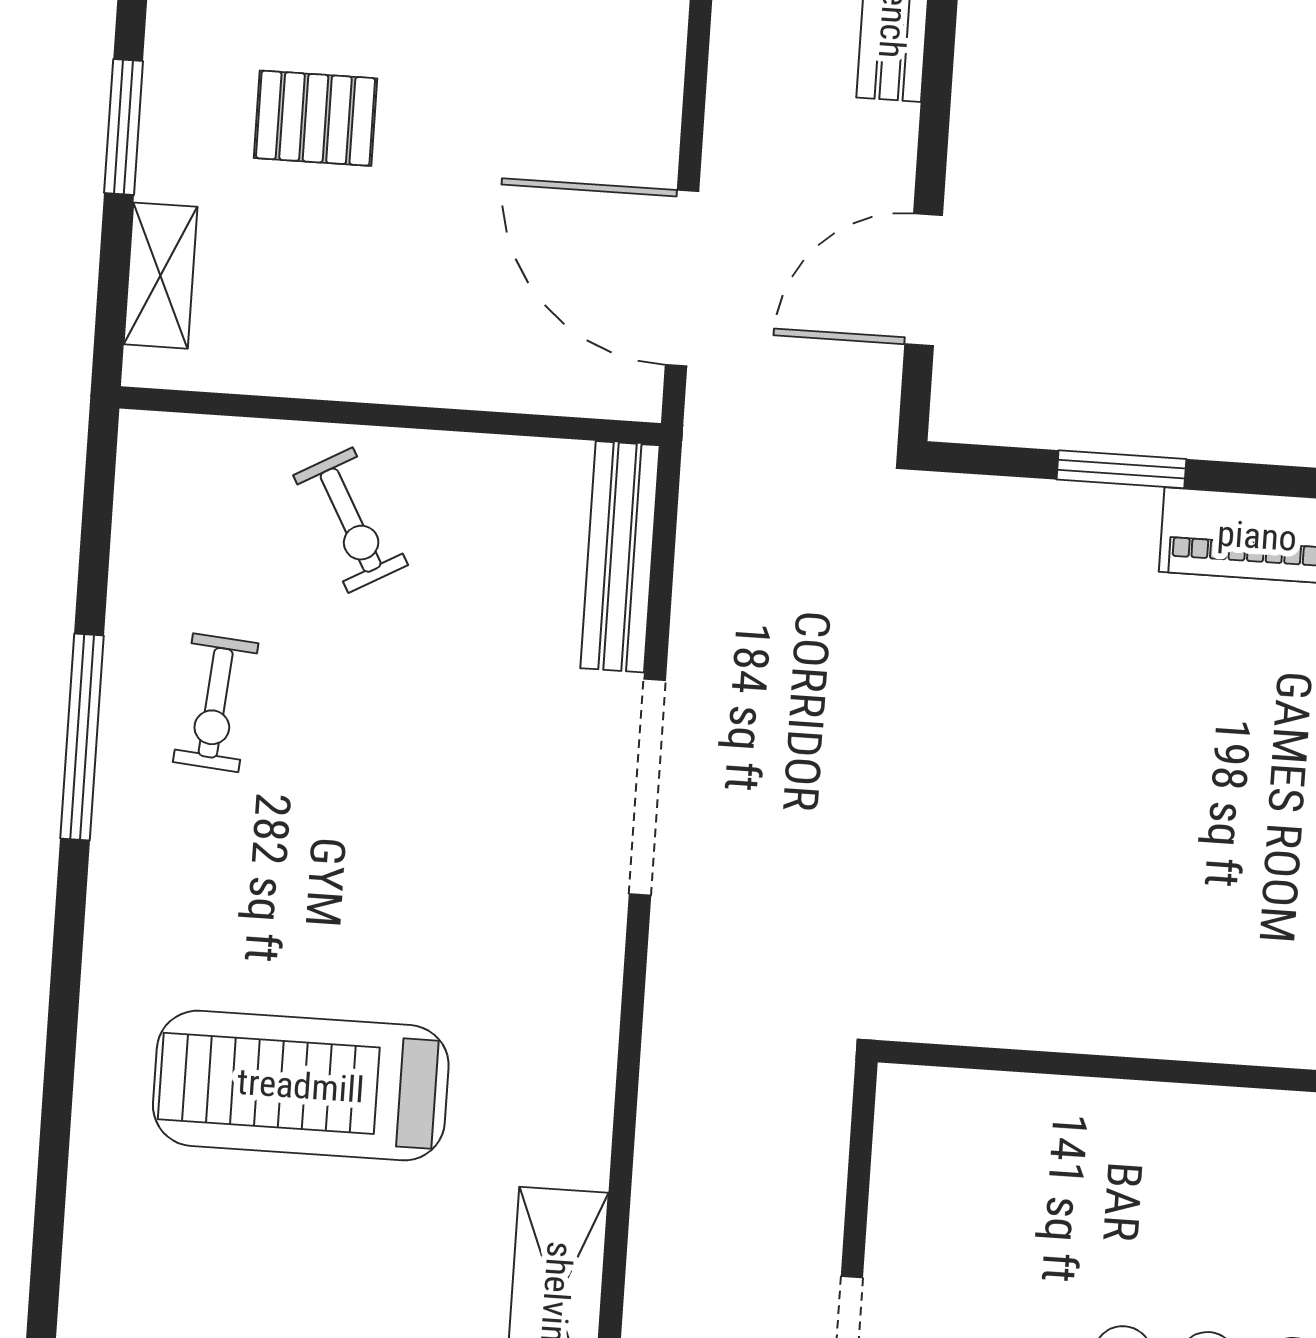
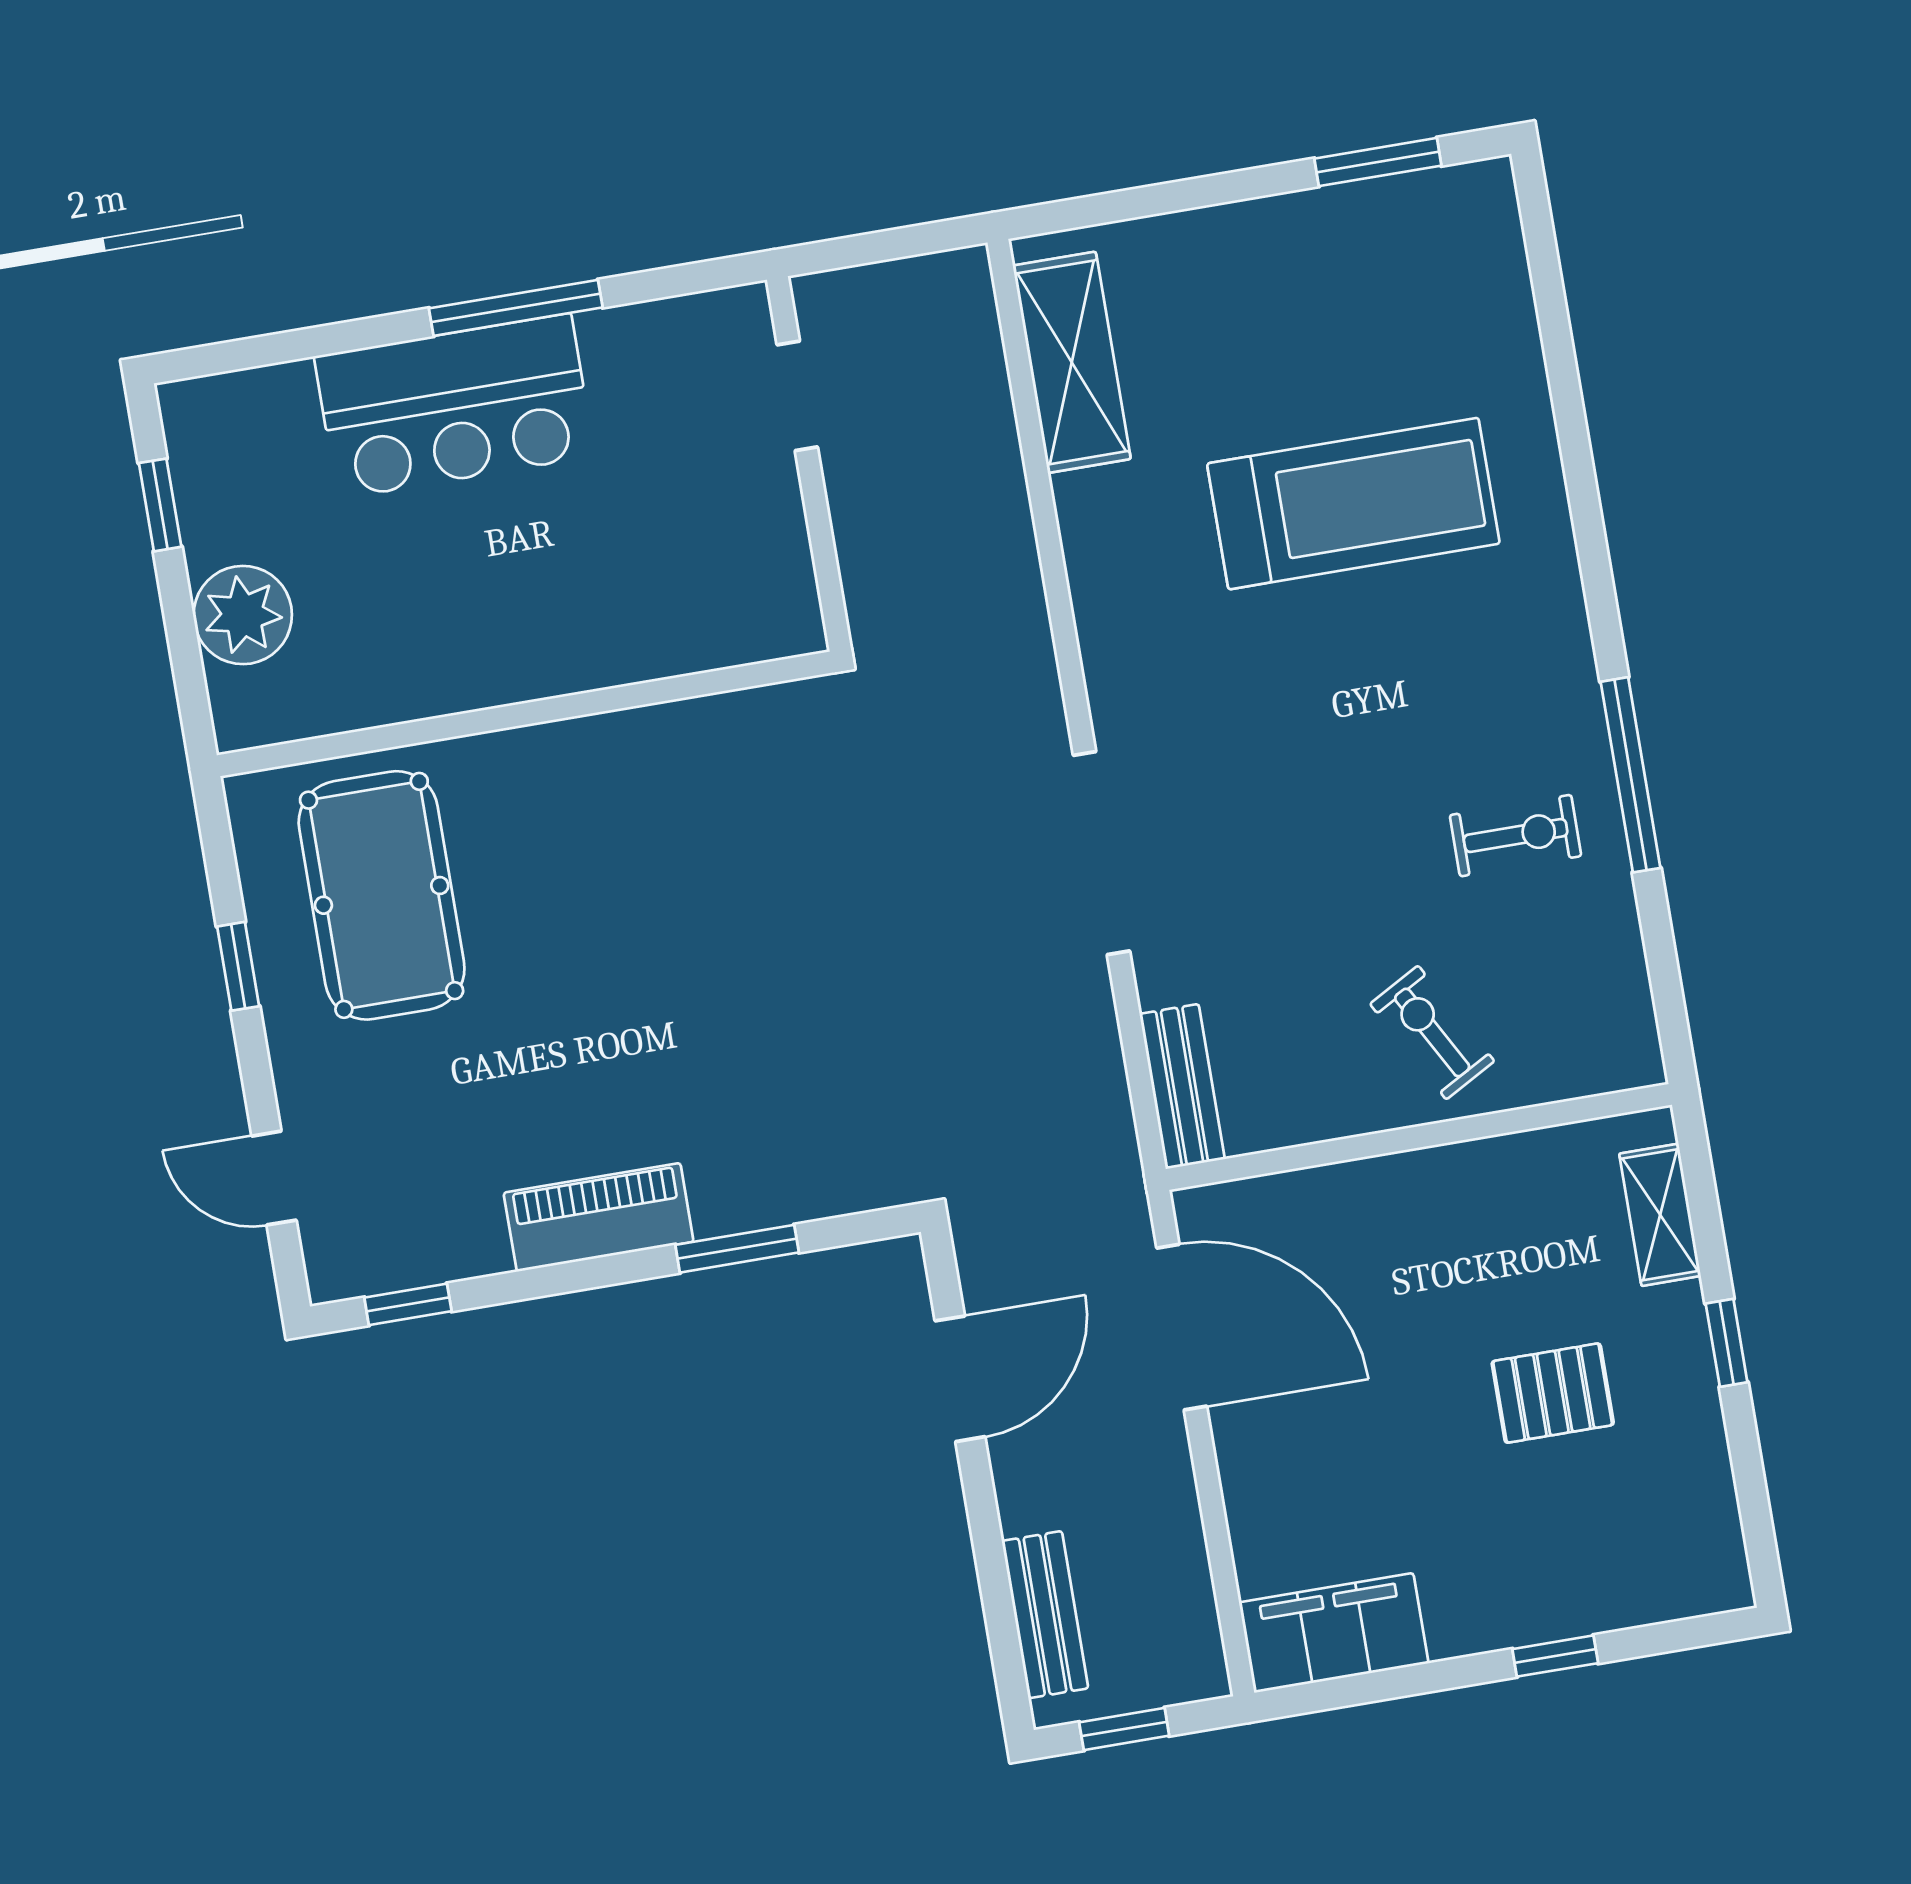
window: (124, 127) -> (1727, 1343), width x0.67
bench: (620, 557) -> (1182, 1086), width x0.73
exercise bike: (216, 703) -> (1516, 836), turned 85

